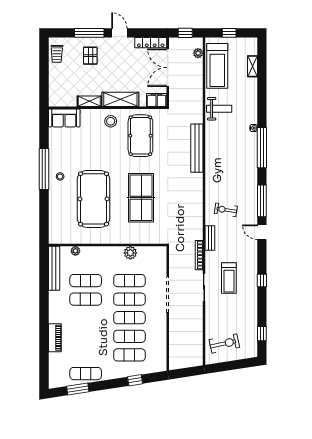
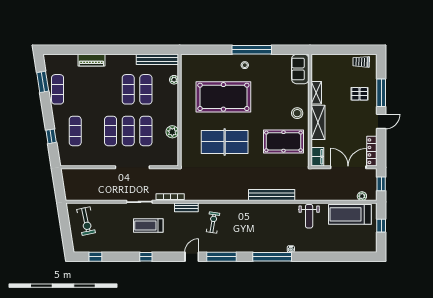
shelving: (253, 66) -> (349, 248), removed
exercise mat: (129, 336) -> (93, 131), removed

